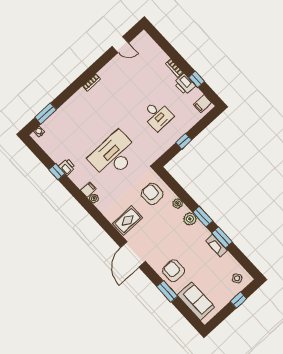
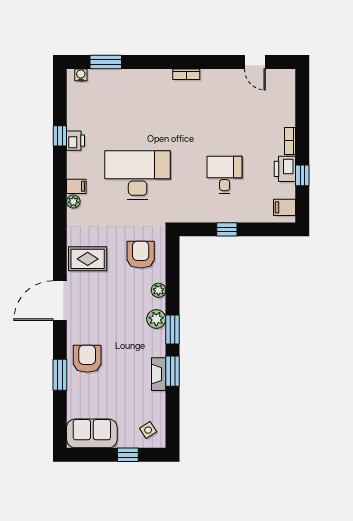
desk: (157, 115) -> (225, 175), turned 180
sofa: (196, 301) -> (92, 433), moved, turned -90

